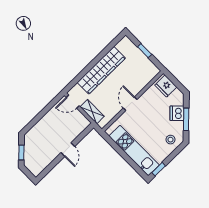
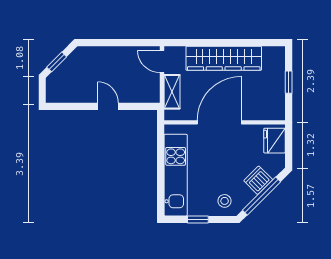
door: (130, 104) -> (219, 122), width x1.87
window: (186, 119) -> (261, 196), width x1.44
door: (68, 150) -> (108, 106), swing flipped
window: (159, 169) -> (198, 219), moved

